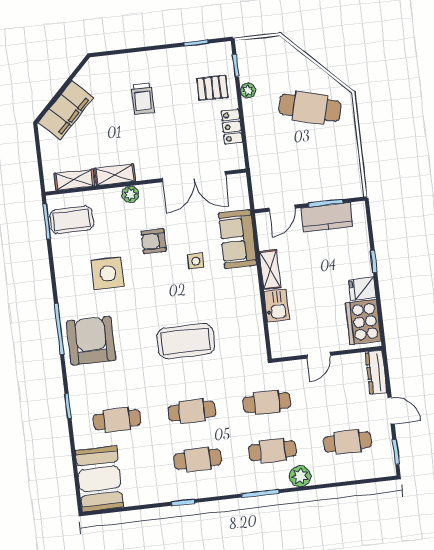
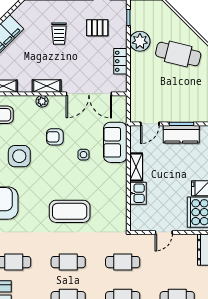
pallet: (212, 88) -> (97, 28), moved
plant: (248, 91) -> (140, 41), width x1.88, depth x1.88
shelving: (115, 175) -> (47, 86), moved

